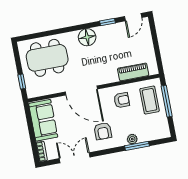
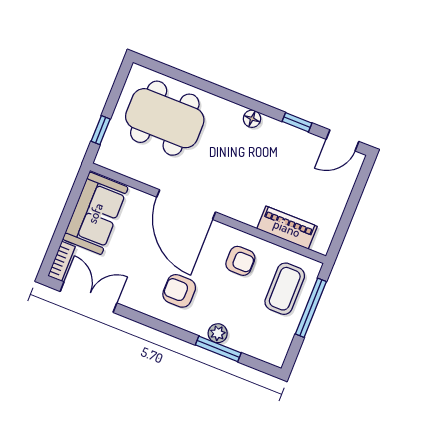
floor lamp: (87, 37) -> (252, 119), width x0.53, depth x0.53
armchair: (103, 131) -> (179, 291), turned 90
double door: (75, 158) -> (89, 297), moved

